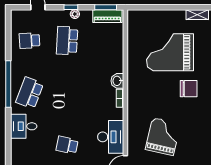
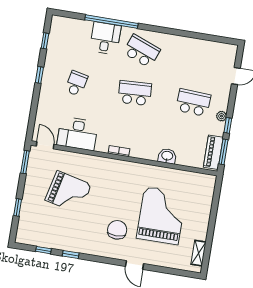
window: (71, 7) -> (228, 125), moved
school desk: (30, 41) -> (135, 93), moved, width x1.85
washbasin: (117, 81) -> (167, 156), moved
window: (8, 84) -> (111, 22), moved
chair: (189, 89) -> (117, 230), turned 180

